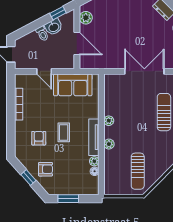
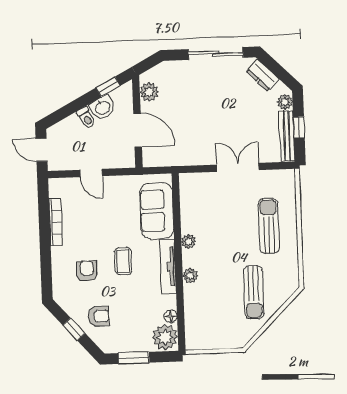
double door: (144, 71) -> (238, 167), width x0.73
sofa: (73, 85) -> (157, 211), moved, turned 90
plant: (94, 161) -> (165, 337), moved, width x1.88, depth x1.88
sun lounger: (138, 171) -> (254, 292), moved

